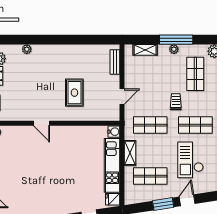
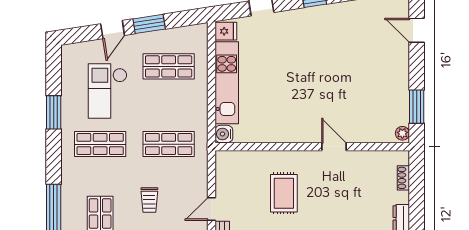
door: (122, 96) -> (212, 209), moved
trolley: (176, 102) -> (149, 200), moved
shelving: (130, 153) -> (199, 102), removed
checkout: (190, 160) -> (108, 91), turned 180

